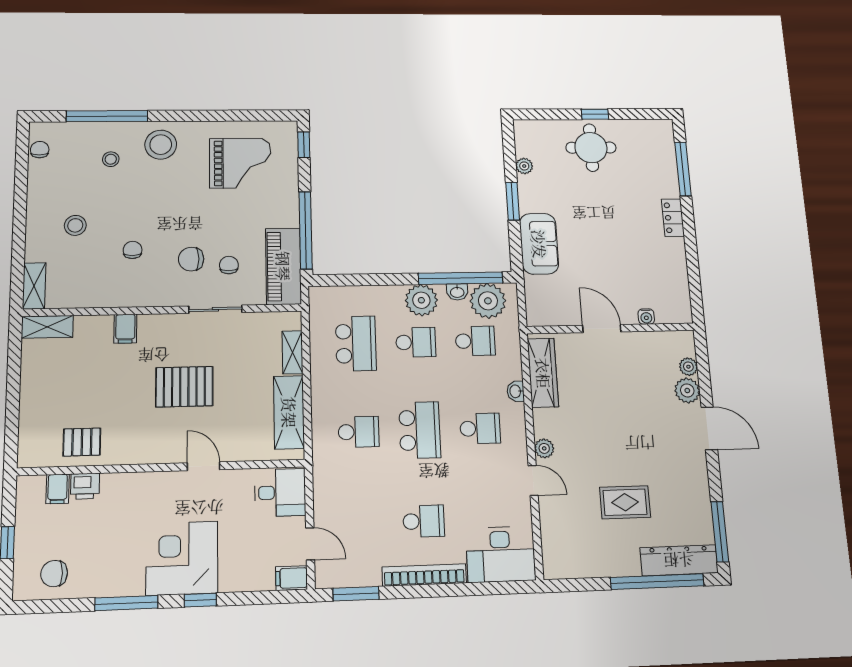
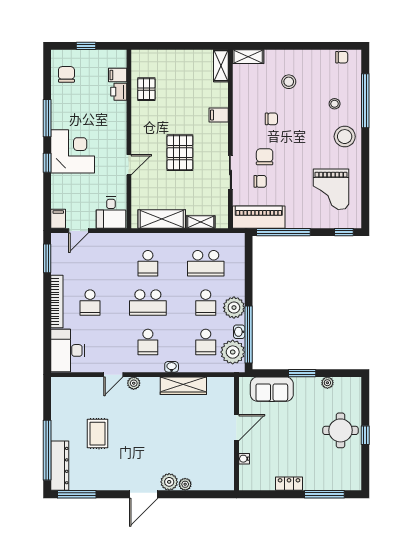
water cooler: (646, 317) -> (244, 459), moved
wall: (611, 328) -> (236, 434), moved
door: (602, 329) -> (236, 428), moved

